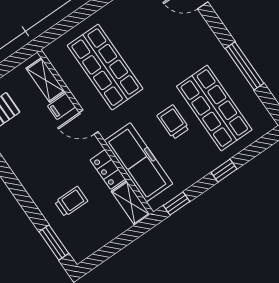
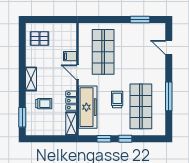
shelving: (45, 80) -> (31, 79), moved
window: (176, 204) -> (104, 139), moved

